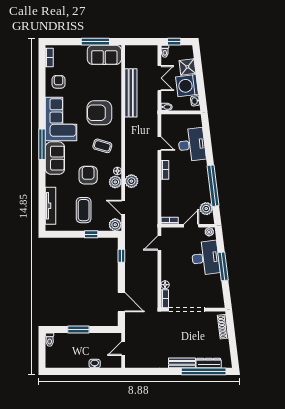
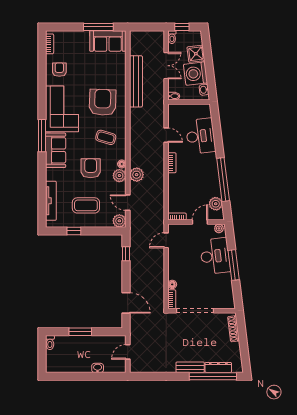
armchair: (99, 113) -> (103, 102), turned 92
coffee table: (84, 210) -> (86, 205), turned 90
window: (91, 234) -> (74, 231), moved

